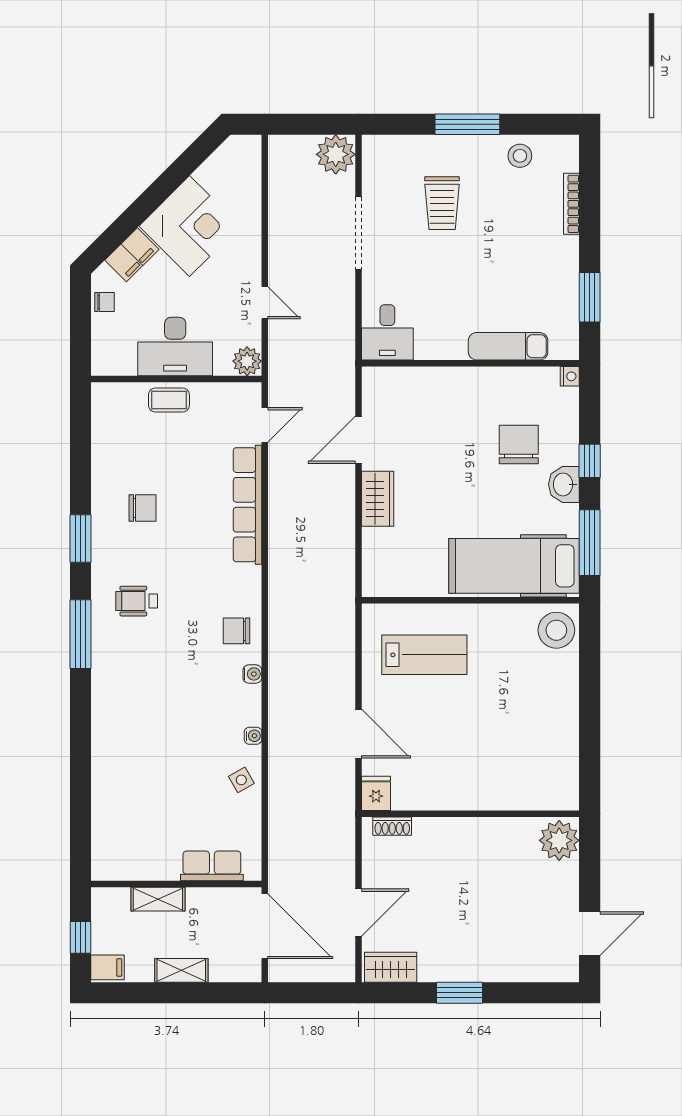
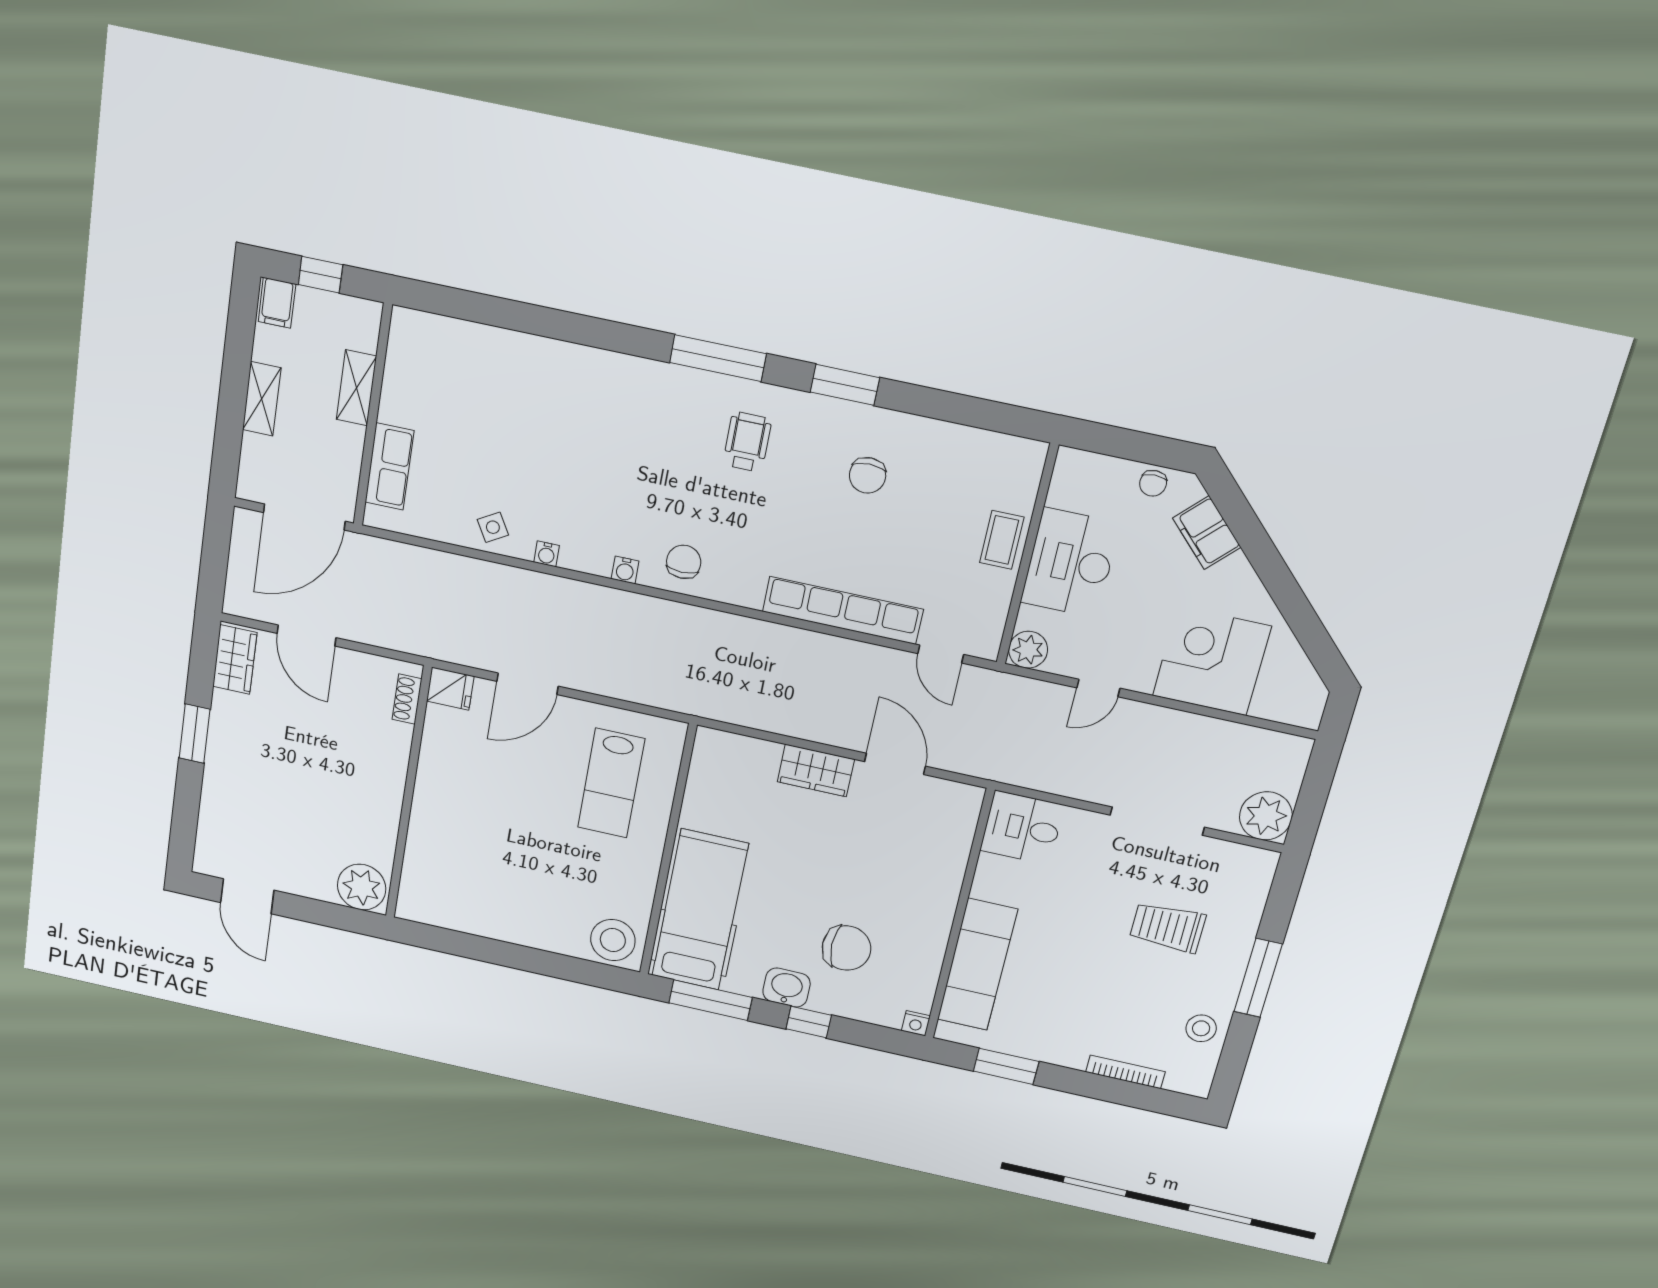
corner desk: (189, 226) -> (1212, 661), moved, turned 135
exam couch: (508, 346) -> (977, 965), width x1.36, depth x1.45

